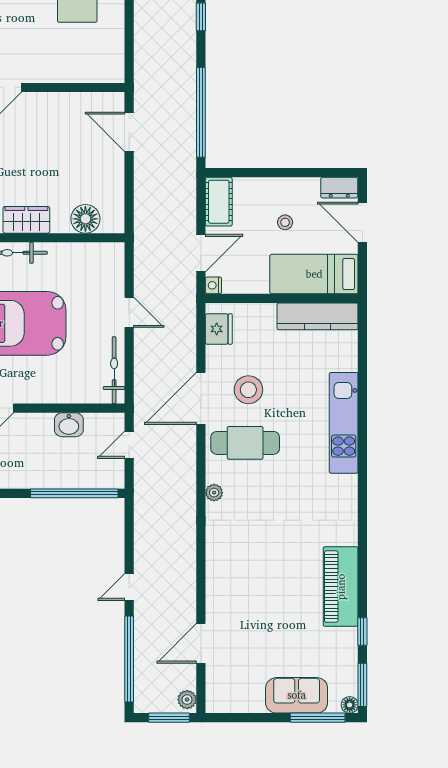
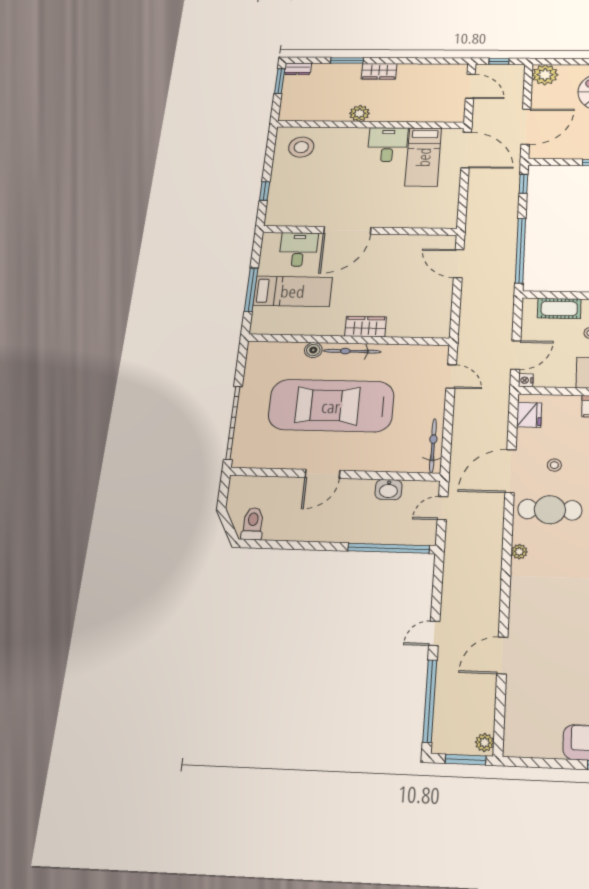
cot: (219, 202) -> (559, 308), moved, turned 90
floor lamp: (85, 219) -> (417, 327), removed
door: (129, 312) -> (451, 376), moved
stool: (248, 390) -> (554, 465), width x0.53, depth x0.53
door: (201, 643) -> (502, 656), moved

